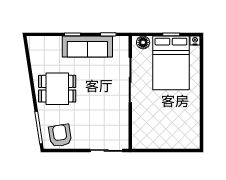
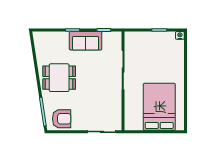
floor lamp: (143, 42) -> (134, 37), removed
sofa: (87, 47) -> (86, 41), width x0.73
bed: (171, 63) -> (159, 107), moved, turned 180
armchair: (60, 136) -> (62, 119), turned 99

